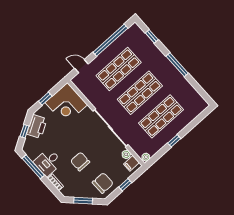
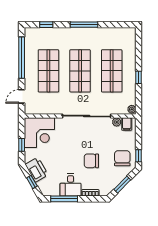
window: (125, 185) -> (138, 156), moved

